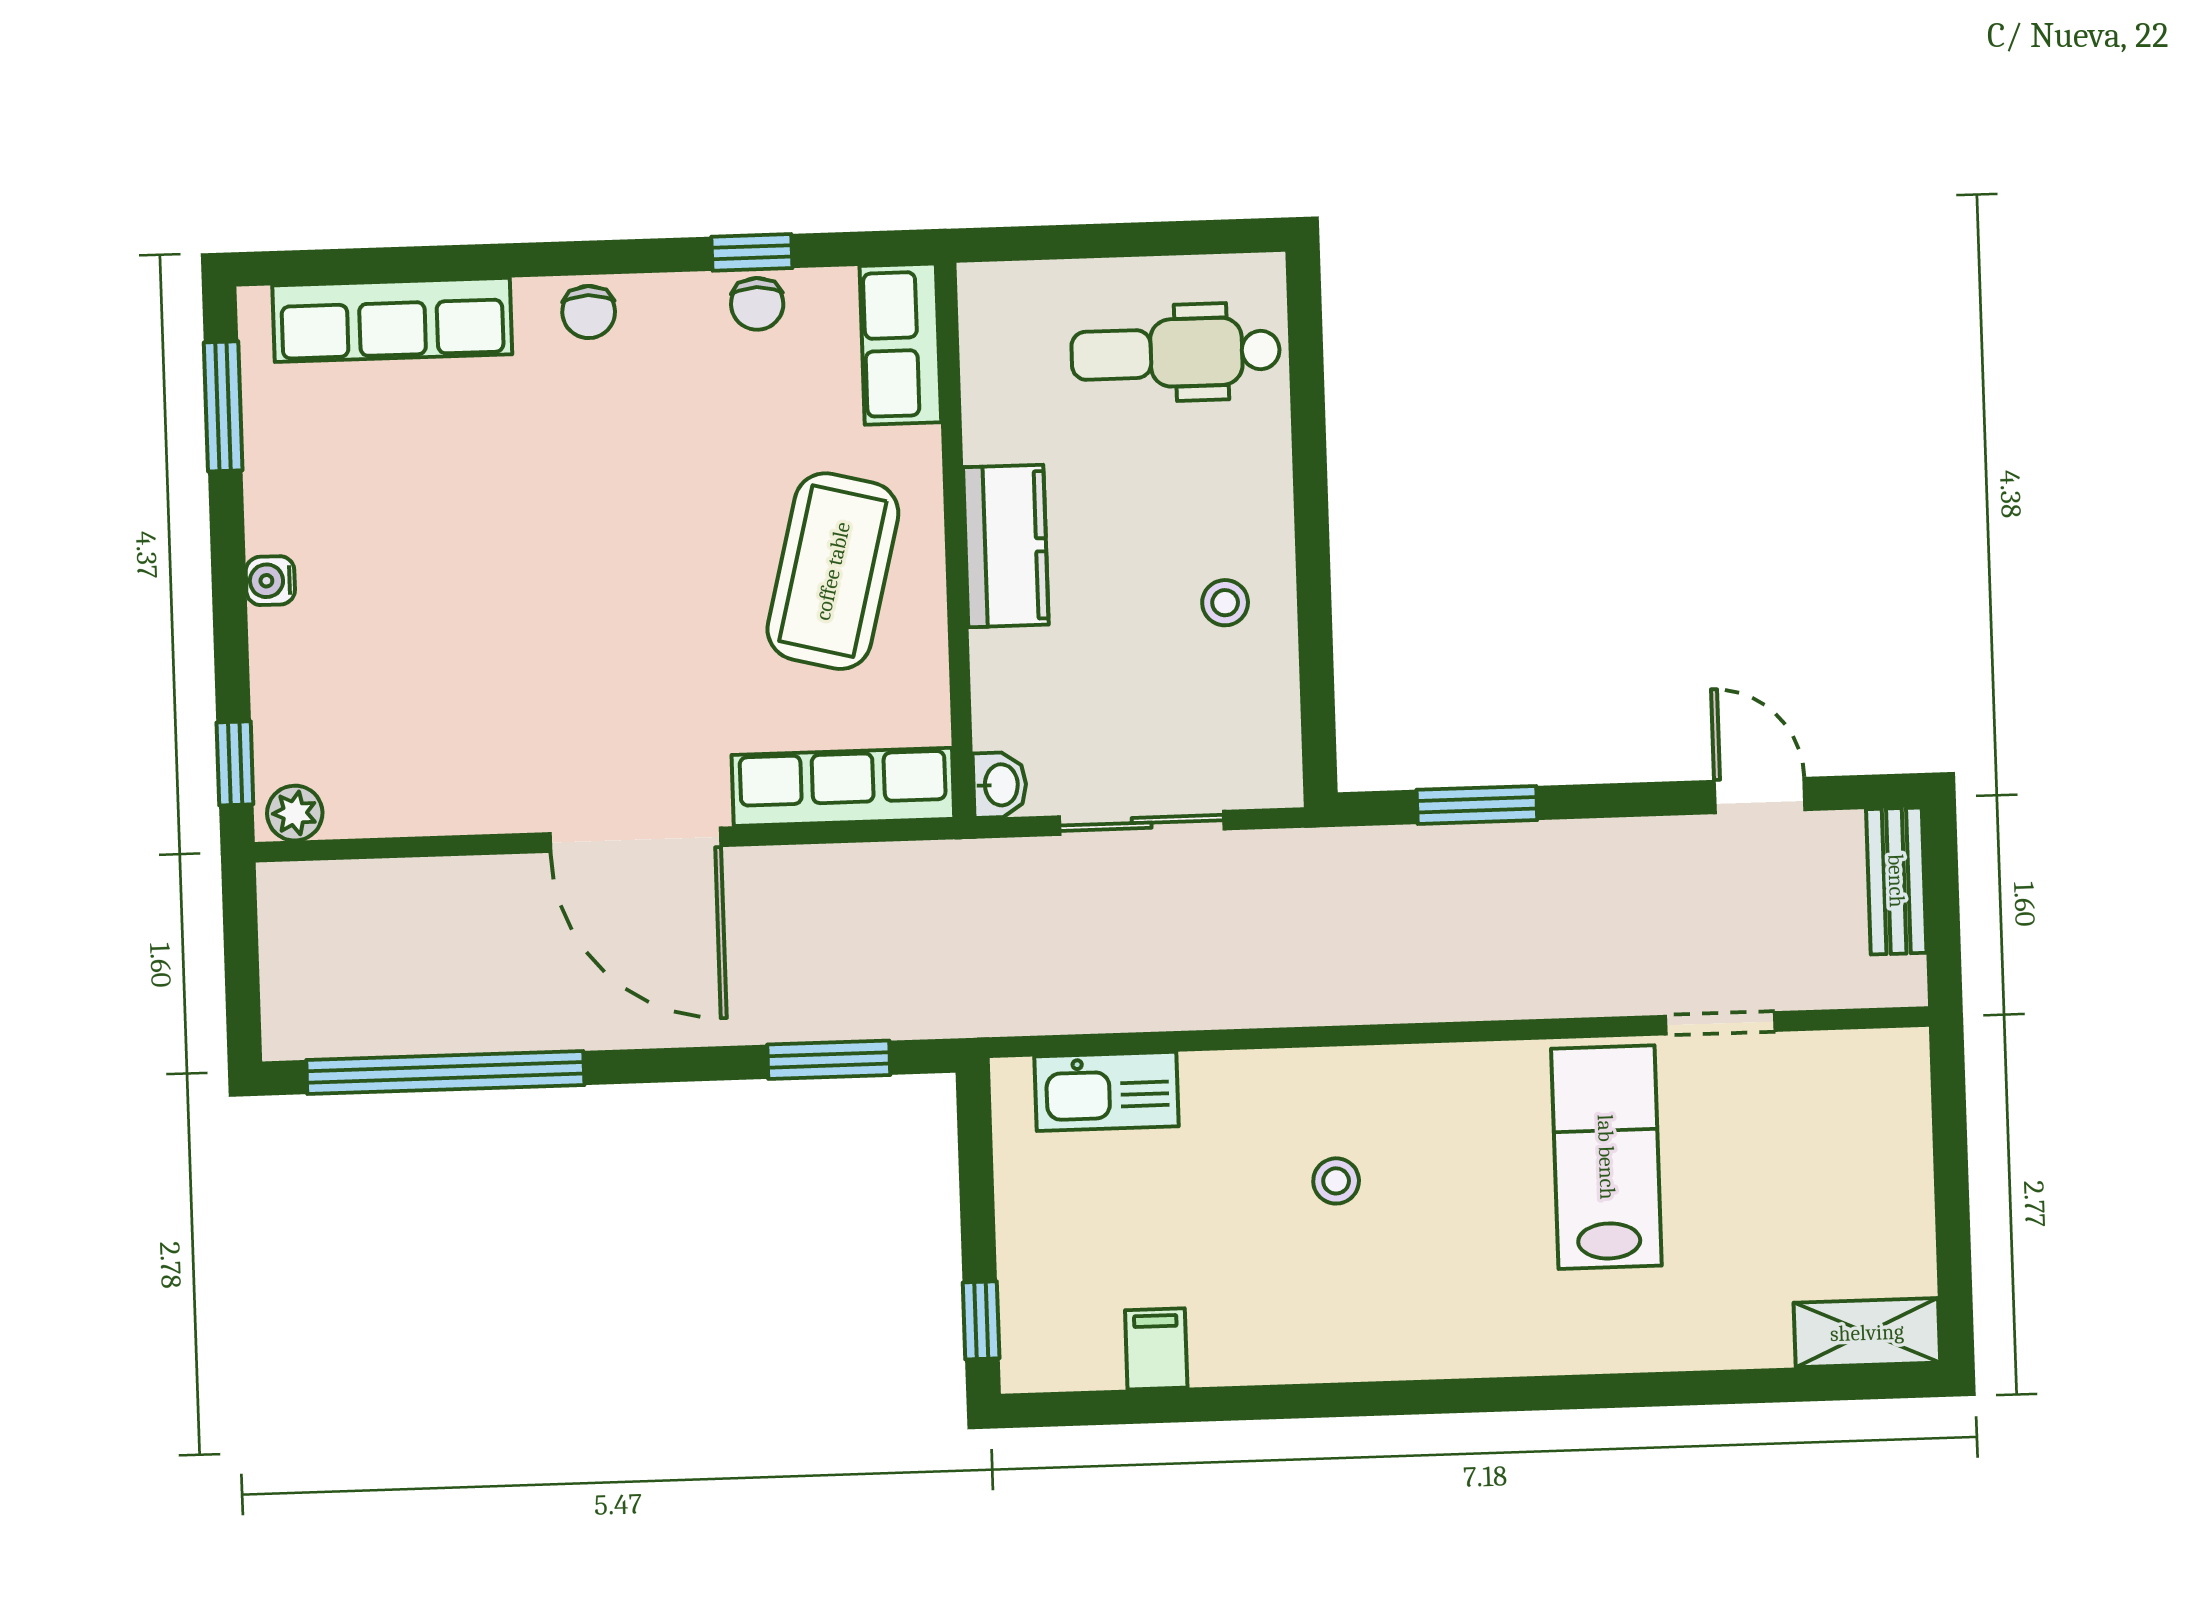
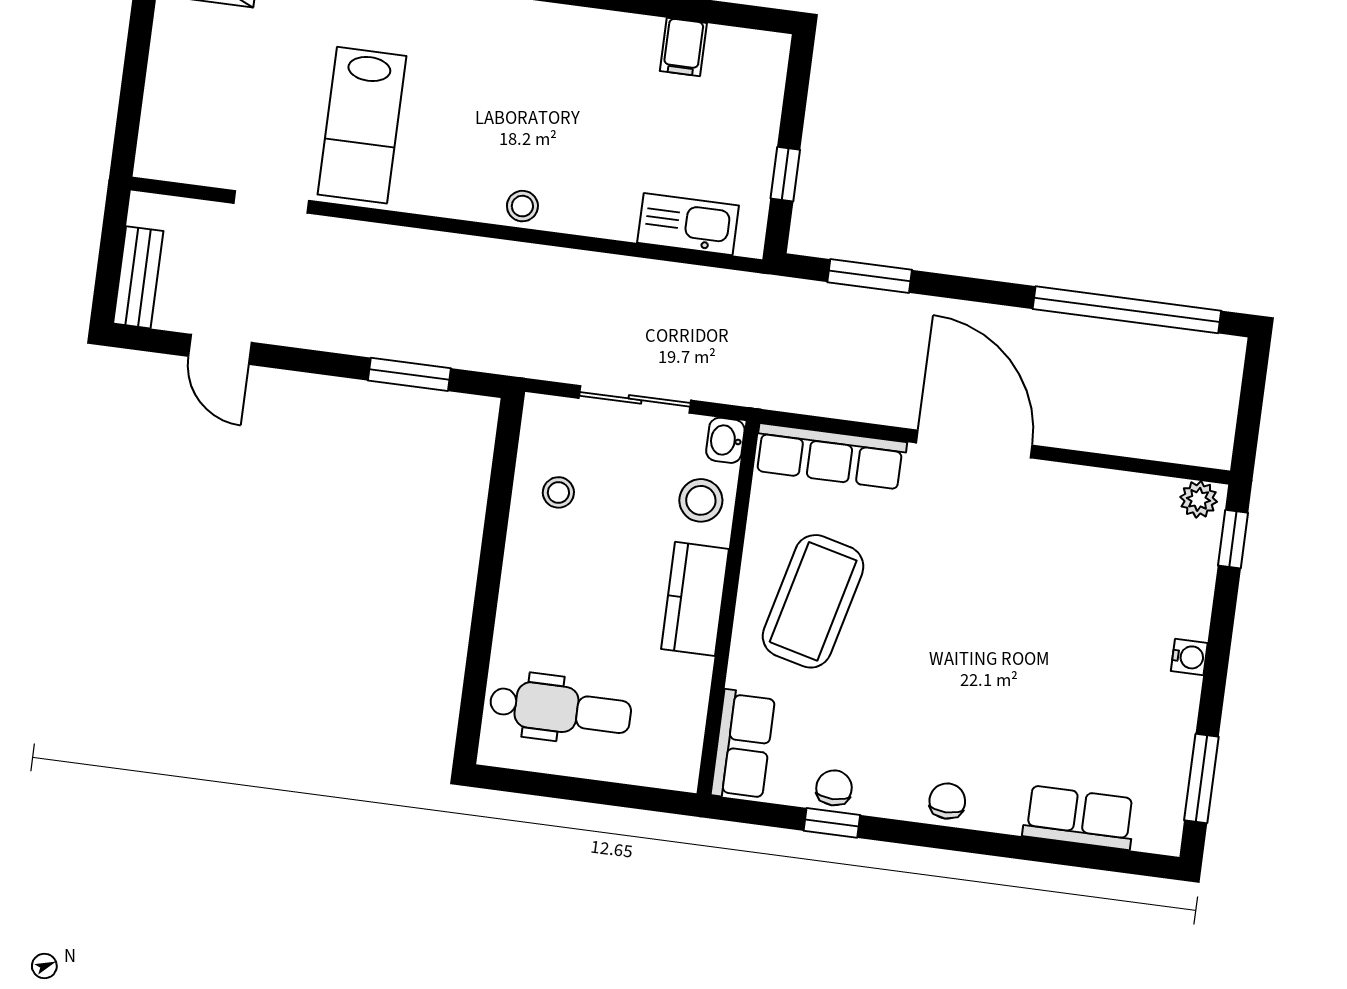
row of seats: (392, 320) -> (1079, 817), width x0.68
stool: (1225, 603) -> (558, 492), moved
stool: (1021, 691) -> (701, 500), added
stool: (1336, 1181) -> (522, 206), moved
window: (981, 1320) -> (785, 174), moved

